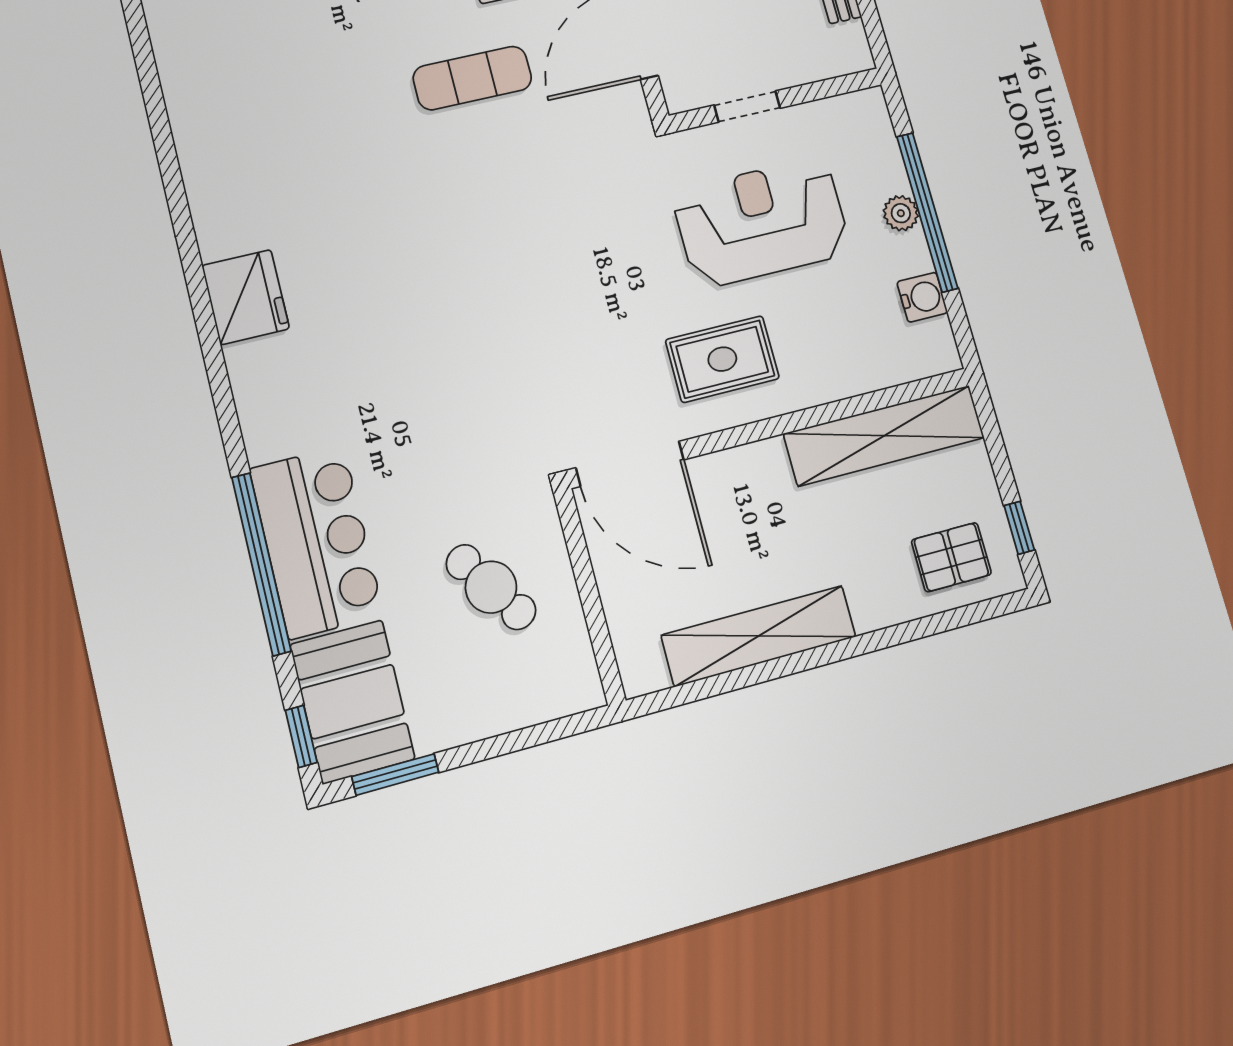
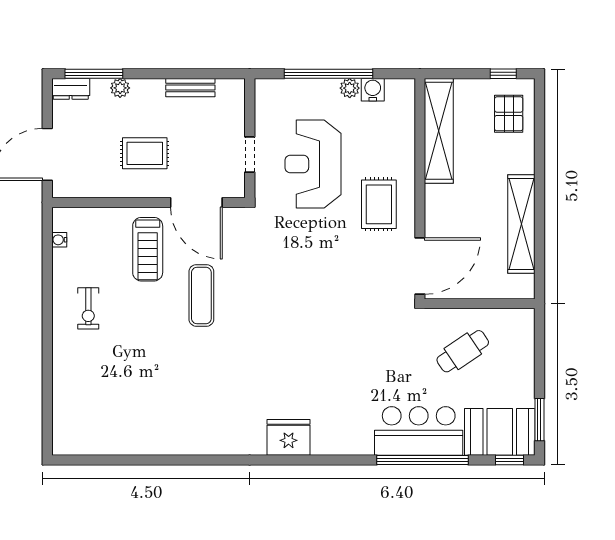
plant: (901, 213) -> (350, 88), moved

